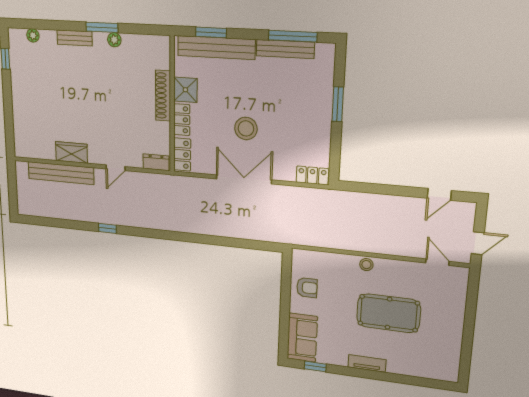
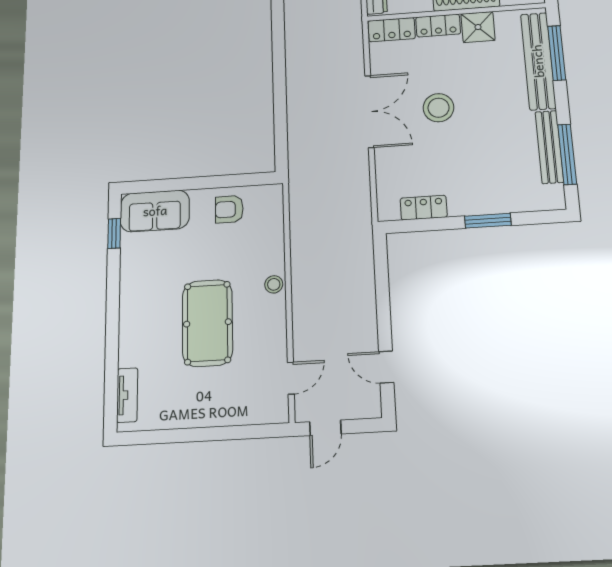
window: (211, 32) -> (557, 53), width x1.44
locker: (312, 175) -> (424, 208), moved, turned -90
door: (478, 243) -> (325, 428), hinge flipped
armchair: (307, 288) -> (229, 209), turned 90
tv unit: (367, 363) -> (127, 395), moved

